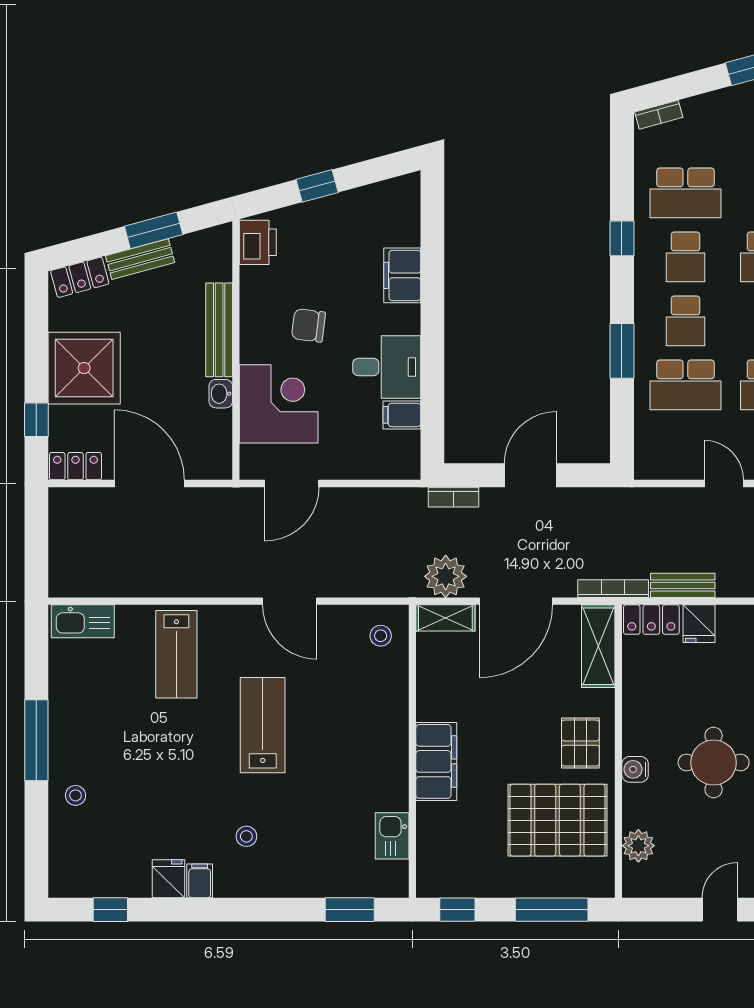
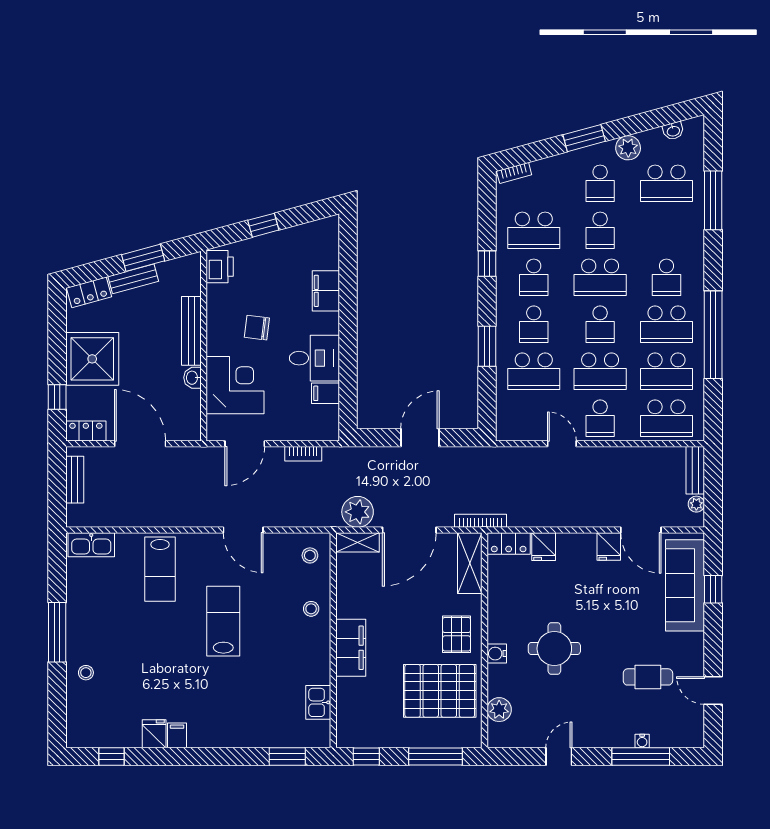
bookcase: (454, 497) -> (303, 454), moved
bench: (683, 585) -> (75, 480), moved, turned 90
stool: (246, 836) -> (311, 609), moved

